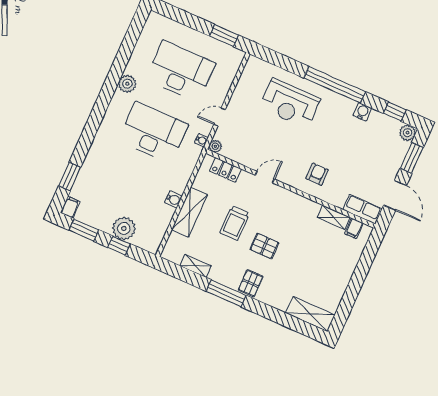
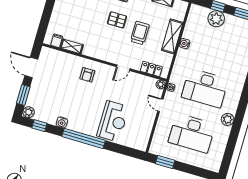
reception desk: (290, 103) -> (113, 121), turned 90
door: (220, 117) -> (160, 105), swing flipped
row of seats: (363, 209) -> (52, 55), removed

